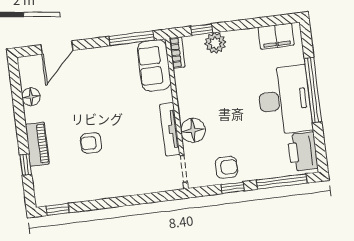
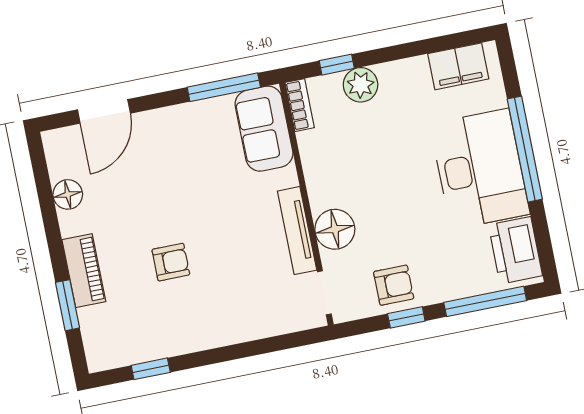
armchair: (91, 143) -> (171, 262), turned 180
window: (26, 165) -> (68, 305), width x1.50
window: (58, 209) -> (151, 369), moved

